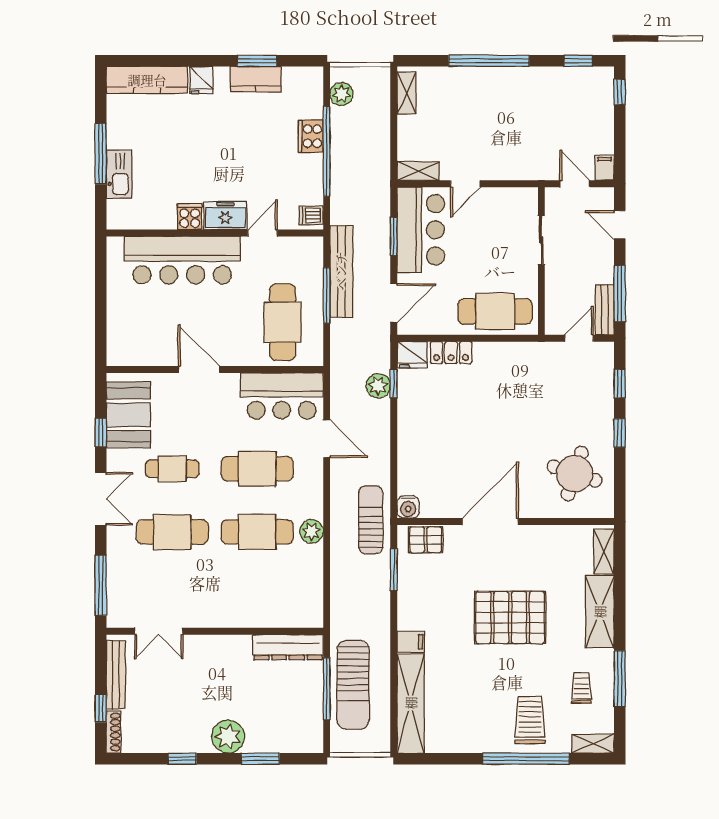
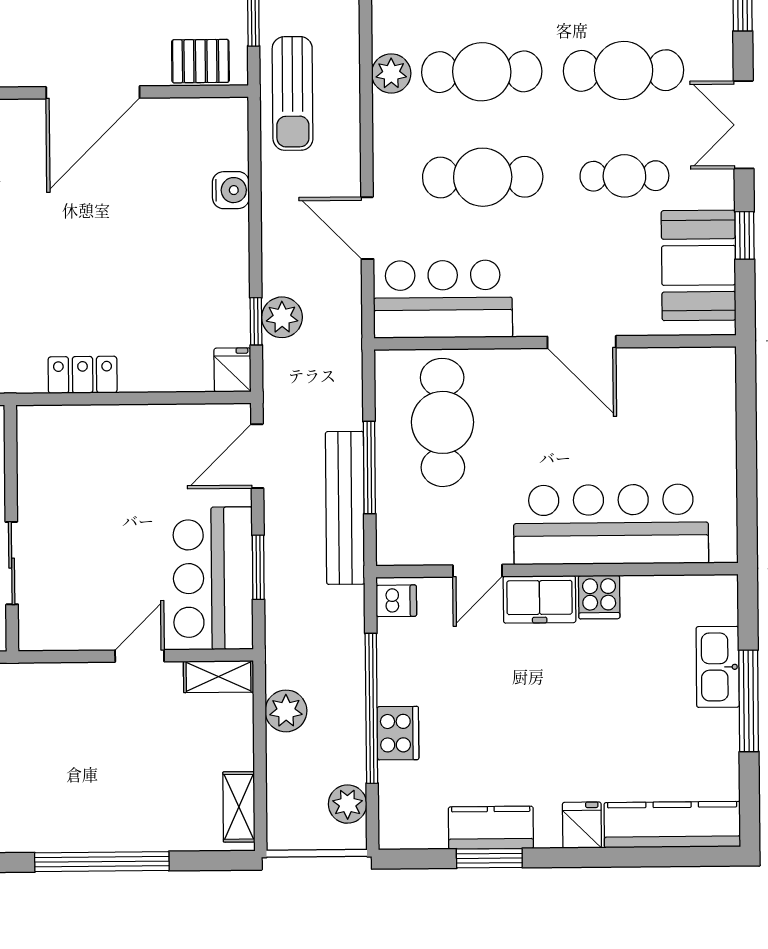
plant: (378, 150) -> (286, 711), added
cafe table: (495, 311) -> (88, 443), removed
locker: (451, 352) -> (83, 375), moved
fridge: (412, 355) -> (233, 370), width x0.72
water cooler: (408, 507) -> (231, 190), moved, turned 90

